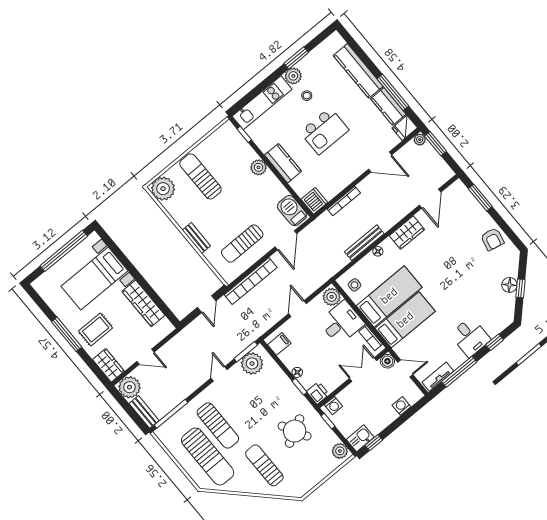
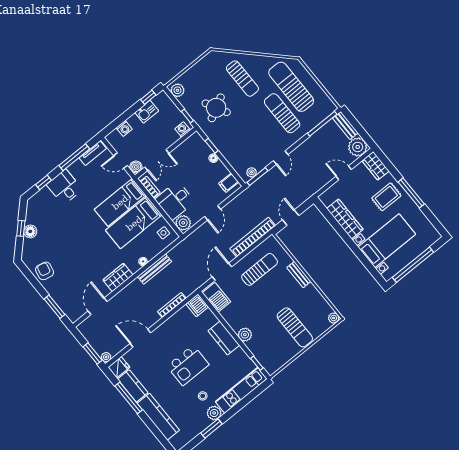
kitchen island: (324, 131) -> (188, 365), turned 180
plant: (163, 189) -> (334, 318), width x0.53, depth x0.53
plant: (252, 363) -> (252, 172), width x0.53, depth x0.53
printer: (318, 393) -> (196, 140), removed
kitchen sink: (360, 438) -> (147, 112), moved

